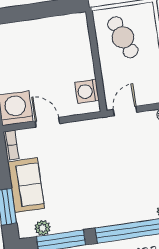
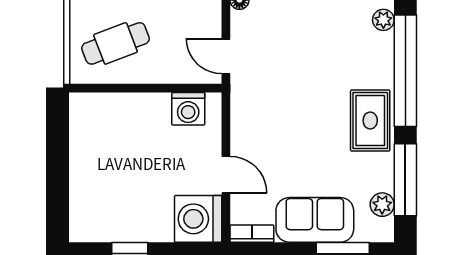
door: (47, 122) -> (226, 175), swing flipped
rug: (97, 212) -> (370, 120), added

